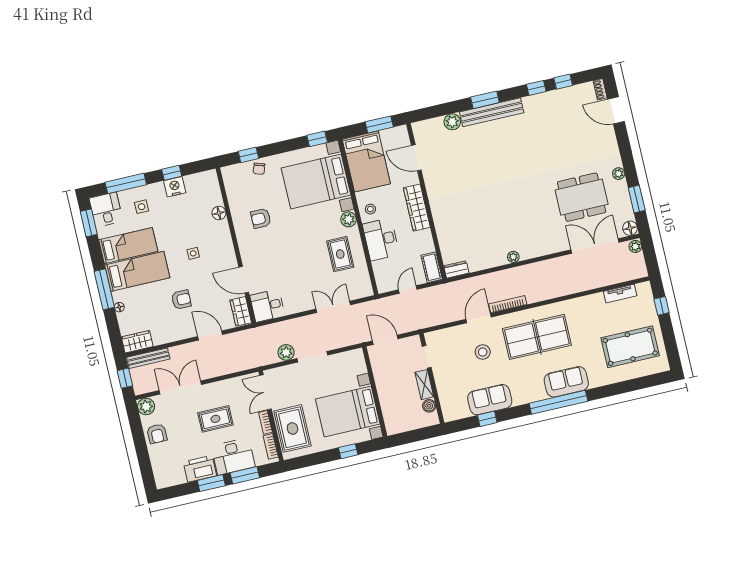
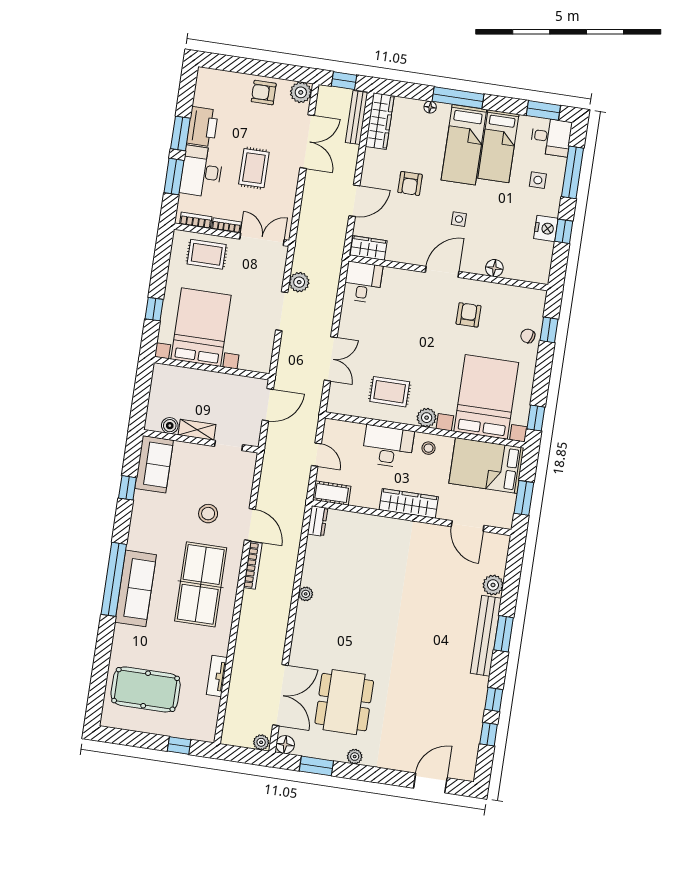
shoe rack: (600, 89) -> (462, 774), removed
door: (416, 158) -> (468, 526), swing flipped
door: (244, 280) -> (442, 272), moved
tv unit: (620, 294) -> (217, 676), moved
wardrobe: (137, 342) -> (380, 121), width x1.50
pool table: (630, 347) -> (146, 689), turned 90
sofa: (566, 382) -> (136, 588), width x1.36
sofa: (490, 400) -> (154, 464), moved
rug: (292, 428) -> (207, 254), width x0.73, depth x0.70

